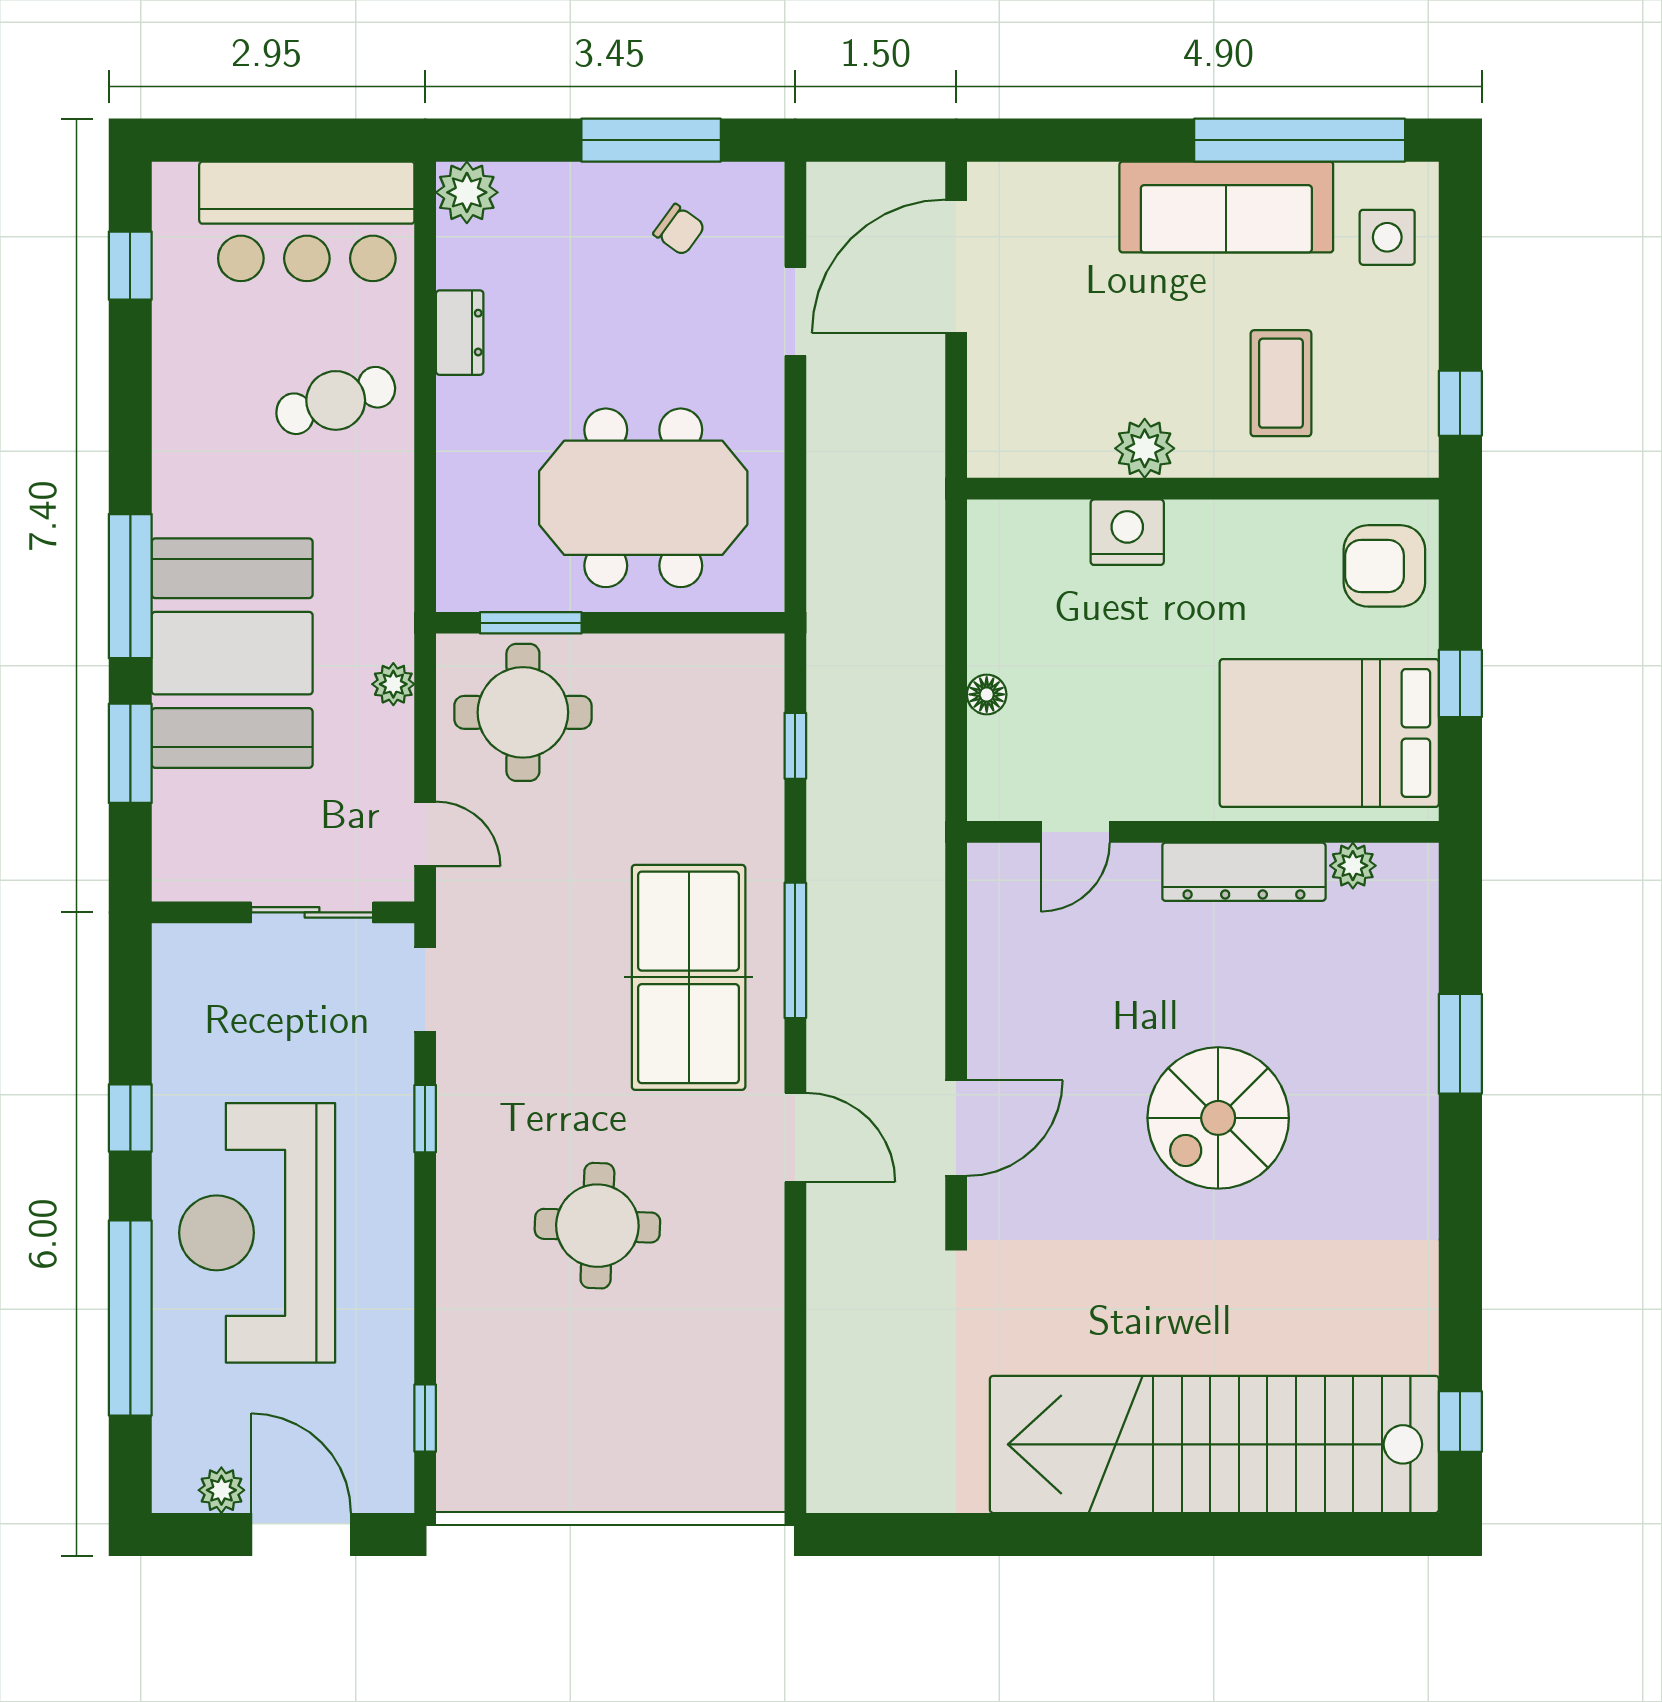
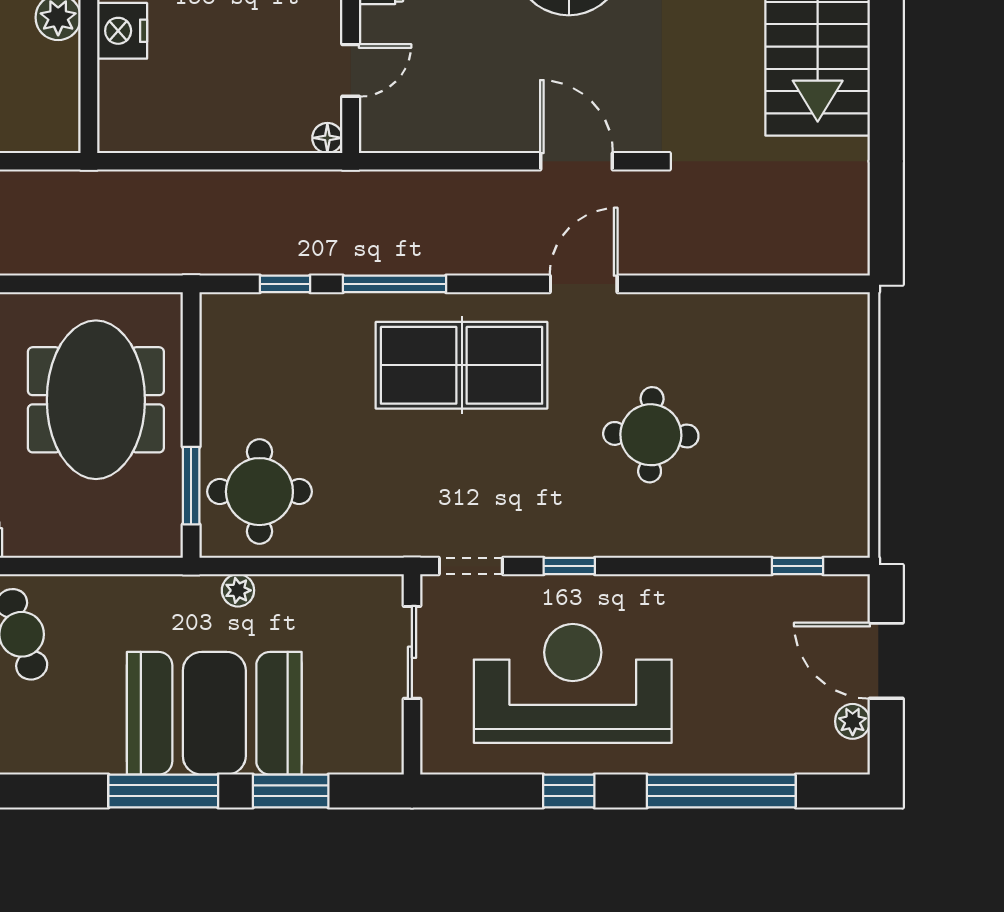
floor lamp: (987, 694) -> (327, 138), moved
door: (1075, 832) -> (351, 70), hinge flipped
door: (425, 834) -> (352, 566), removed
window: (795, 950) -> (395, 284), moved
reception desk: (257, 1233) -> (573, 683), moved, turned 180
door: (301, 1535) -> (886, 661), hinge flipped

